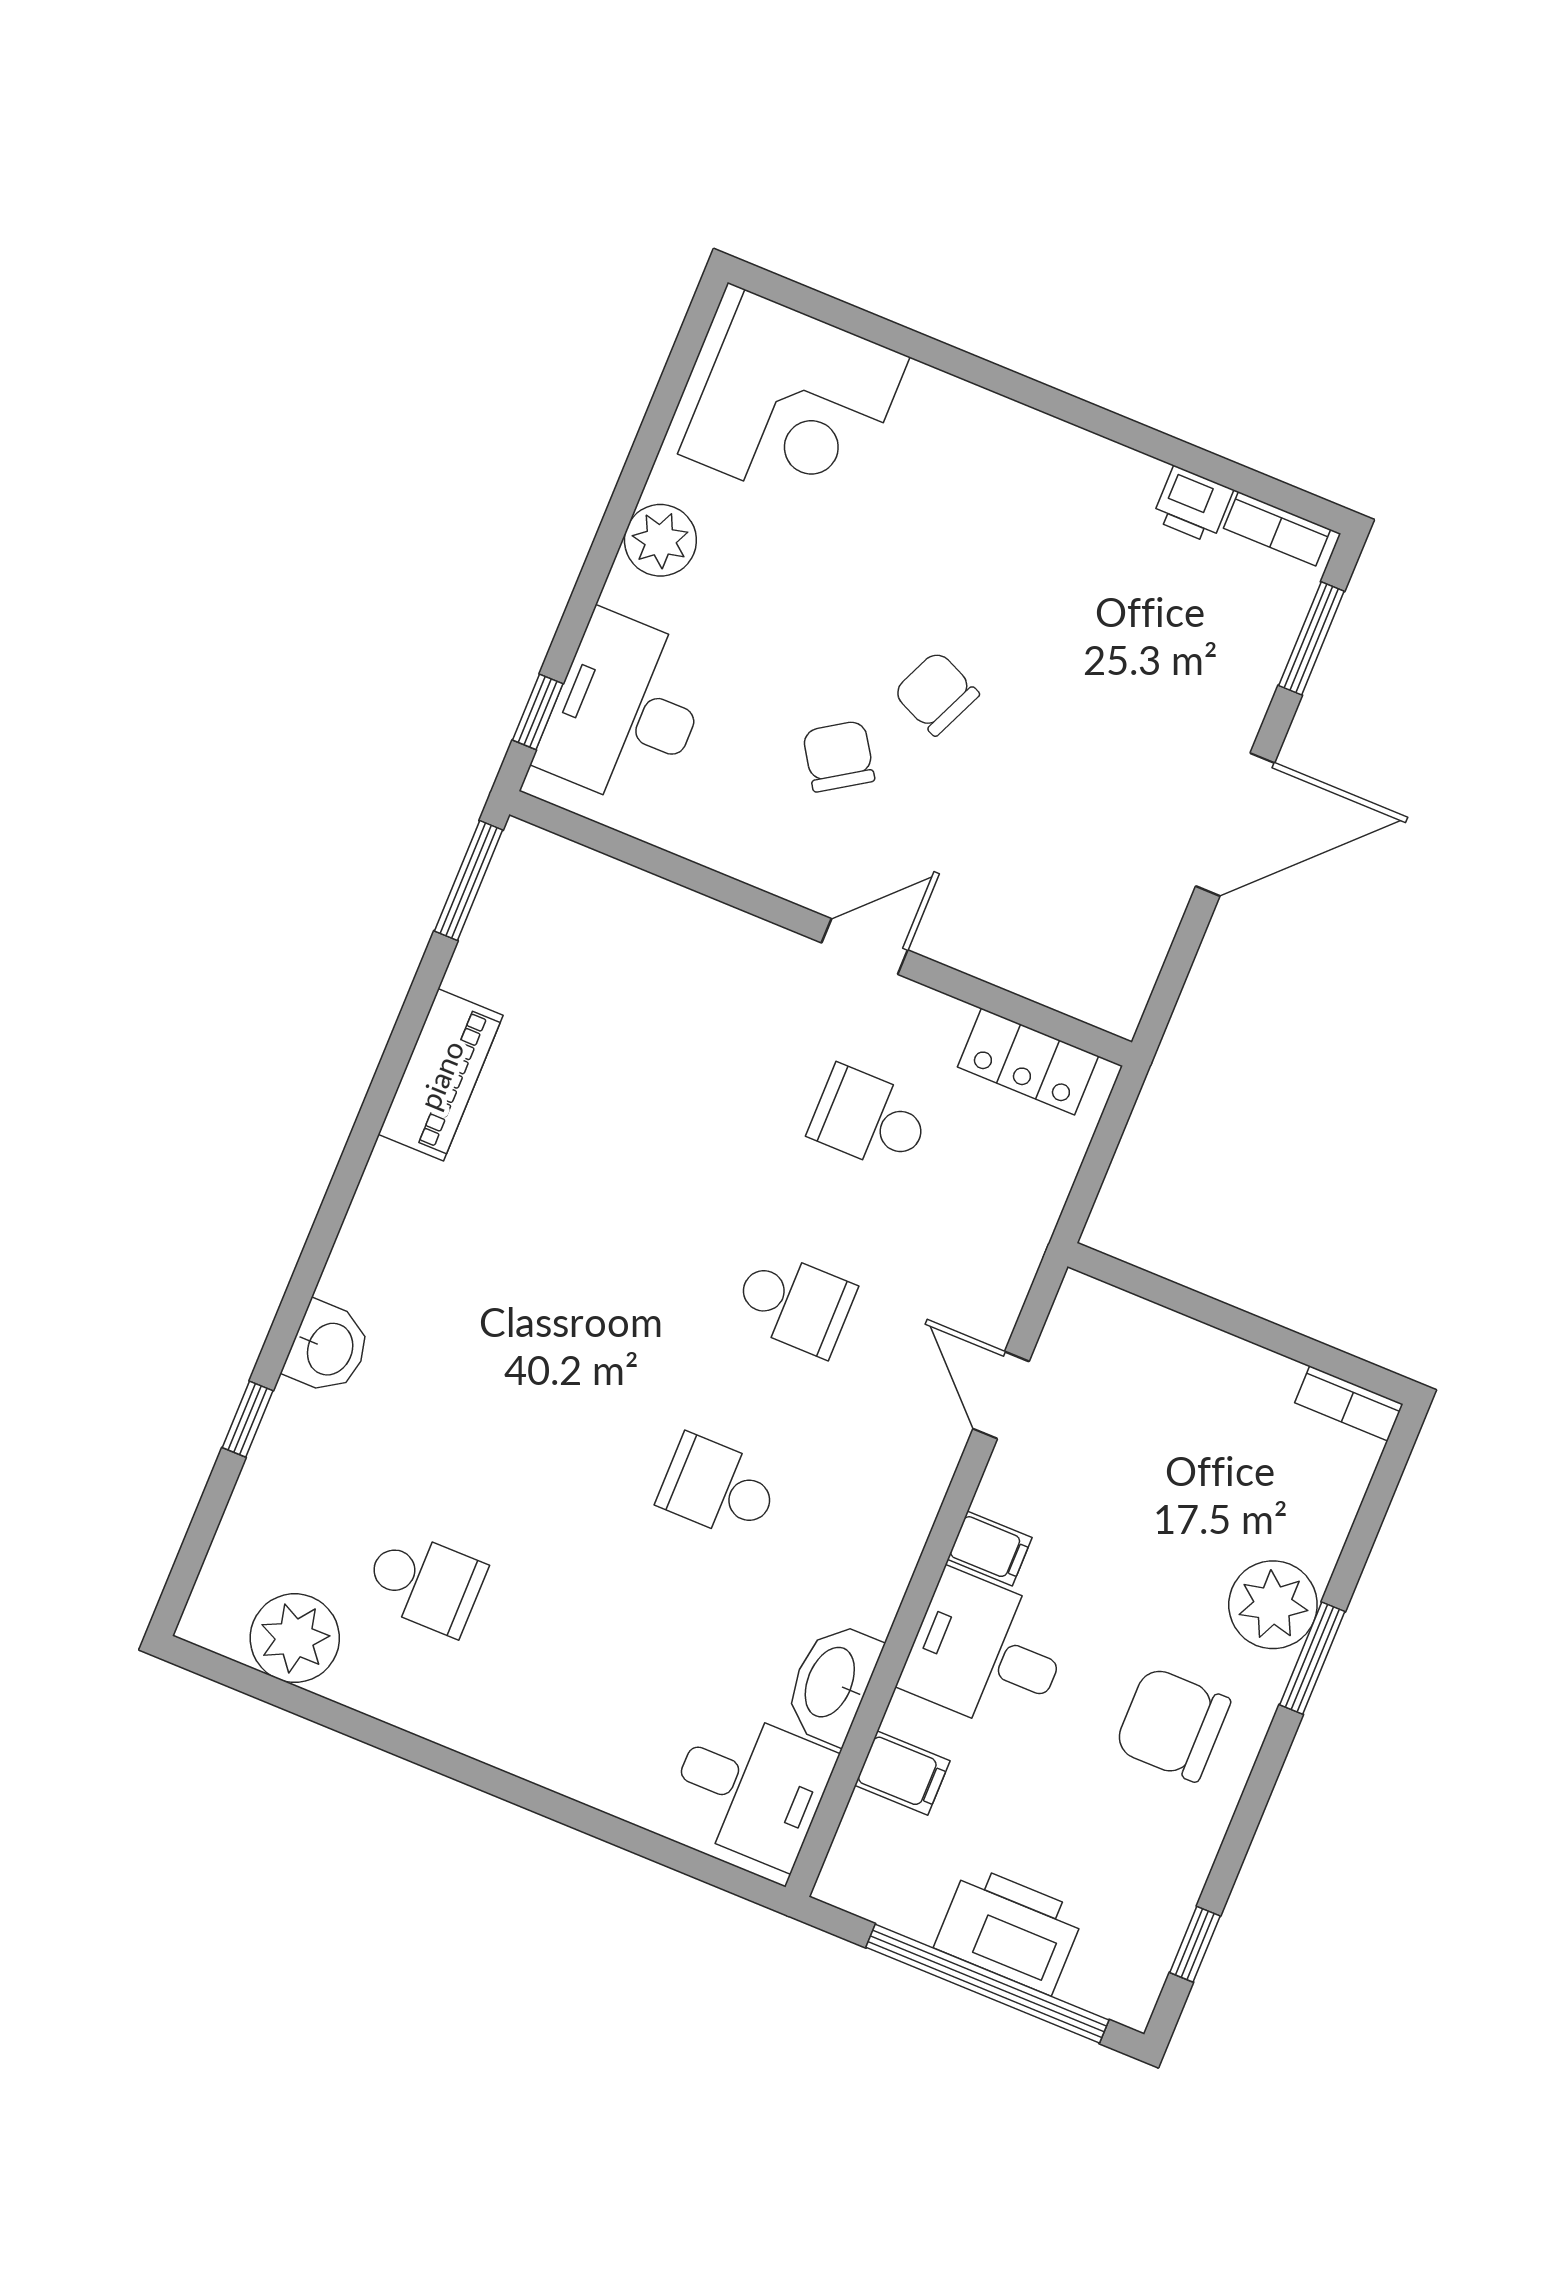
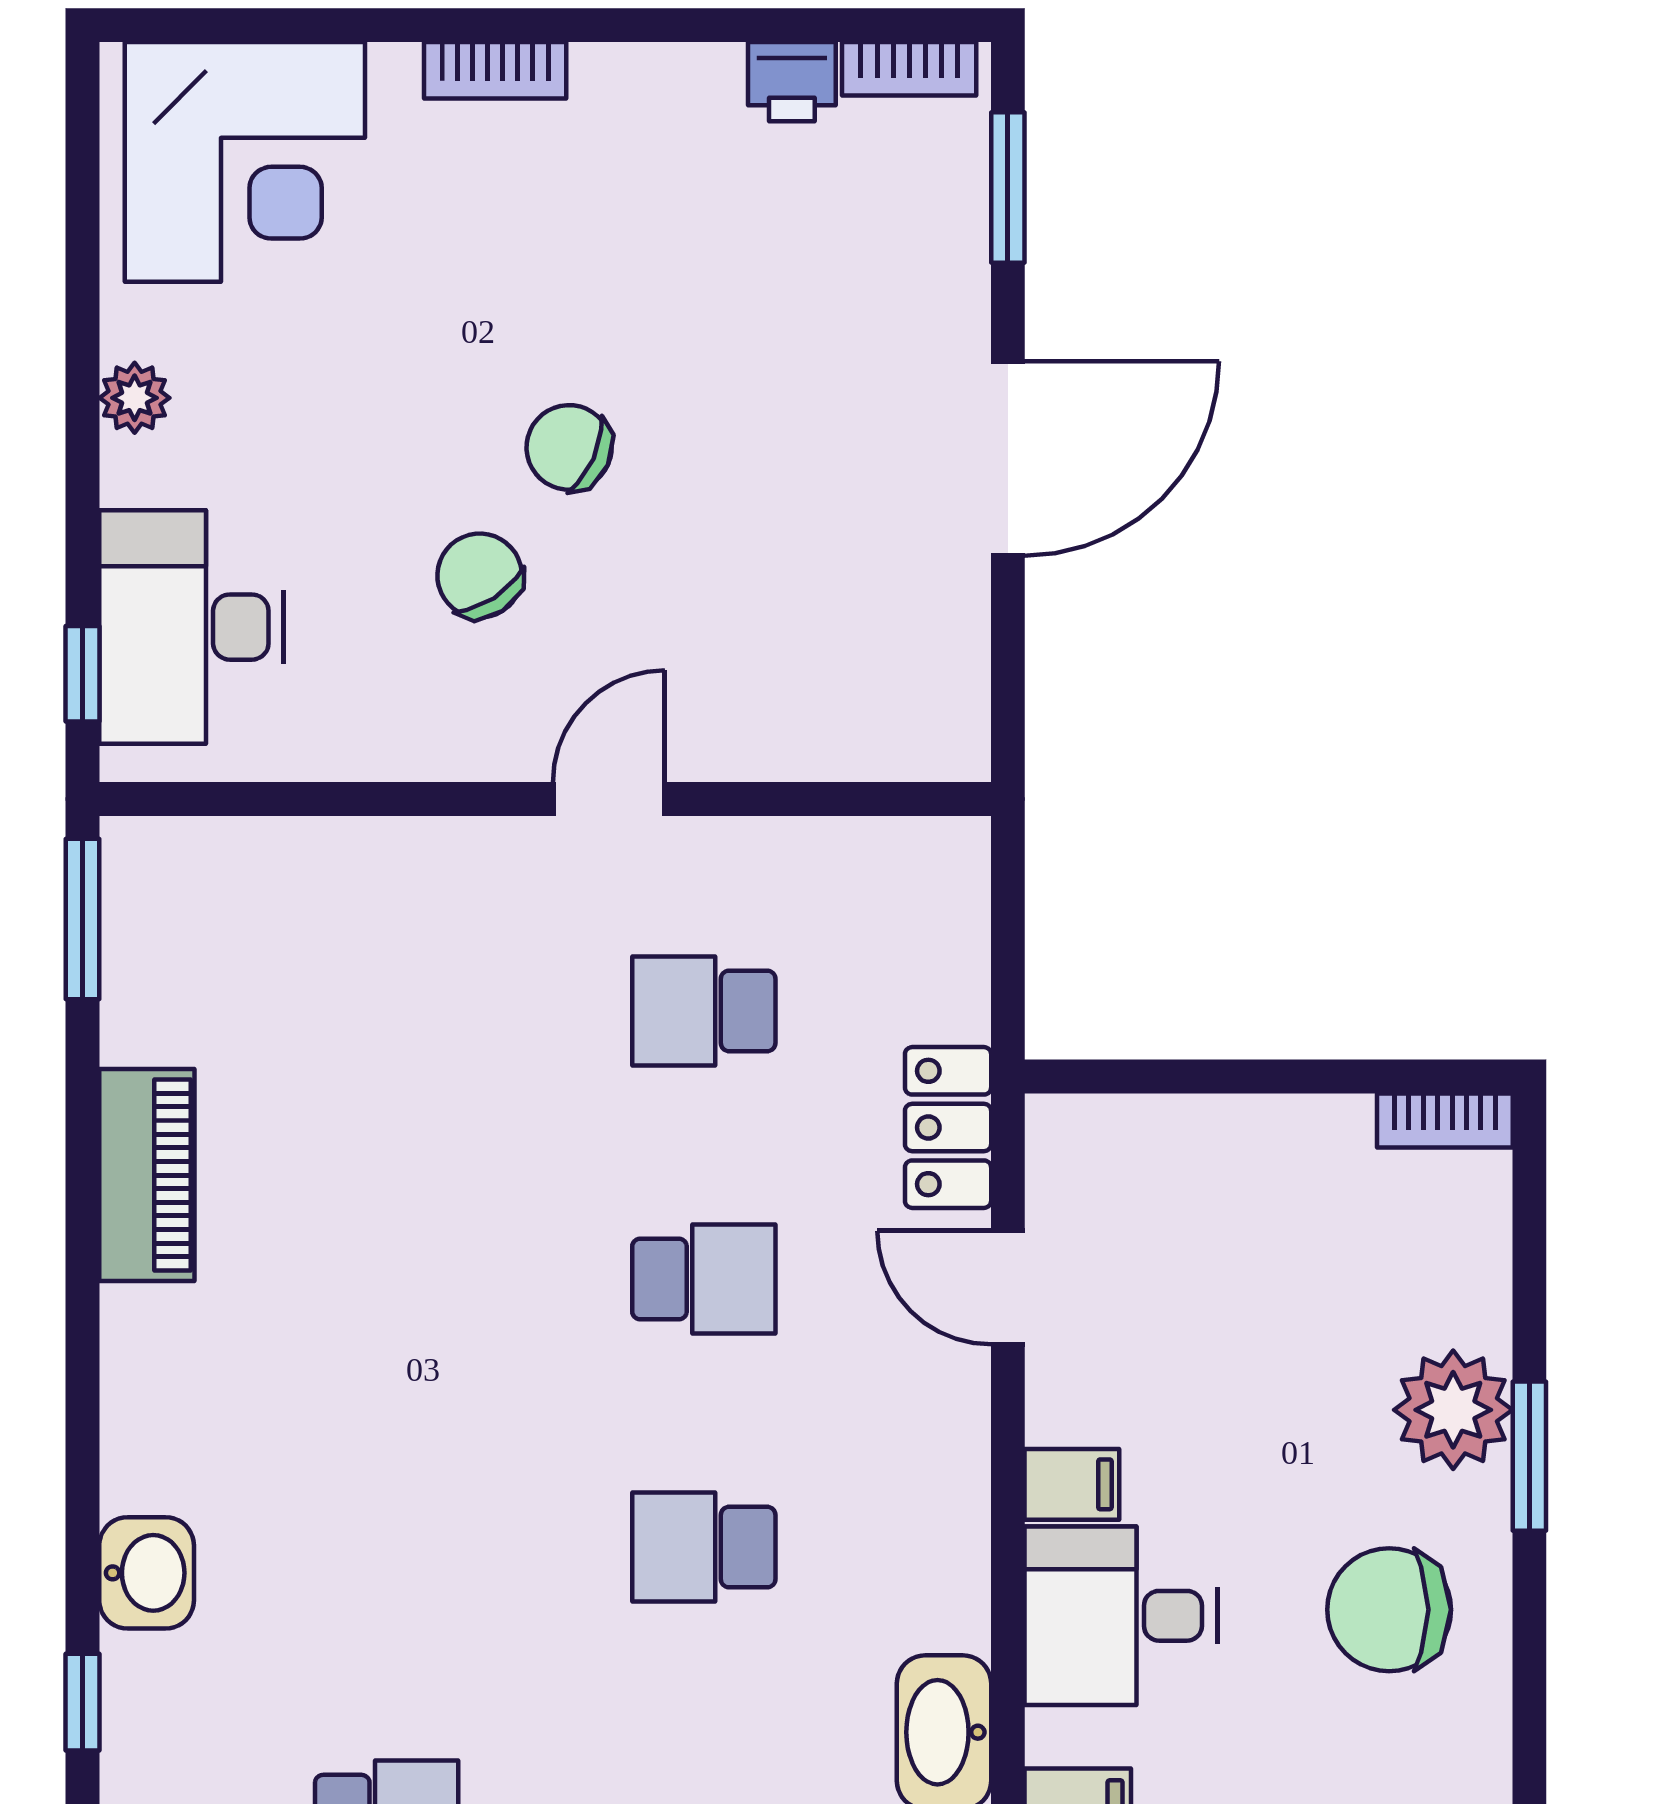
bookcase: (992, 413) -> (495, 70), added
plant: (660, 540) -> (135, 398), width x0.73, depth x0.73
locker: (1028, 1062) -> (948, 1128), moved, turned 90

